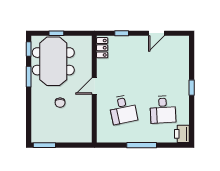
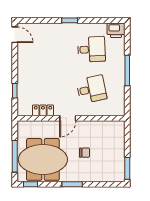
window: (56, 33) -> (15, 156), width x2.17
door: (157, 33) -> (15, 35), moved
locker: (102, 48) -> (43, 110), moved
window: (29, 77) -> (72, 184), moved
door: (94, 86) -> (68, 118), hinge flipped

